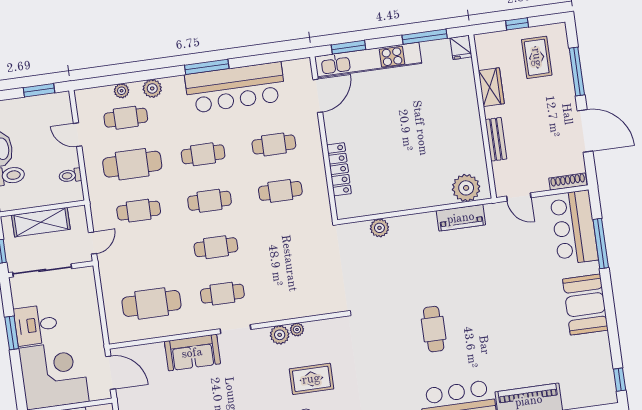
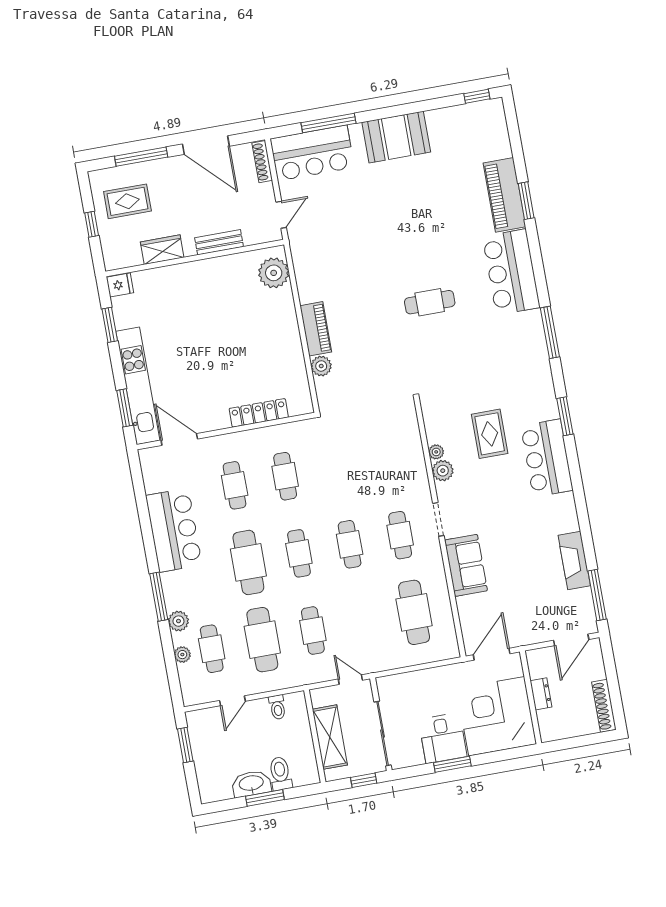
window: (425, 37) -> (110, 325), width x0.69
window: (207, 67) -> (159, 597), moved
bar counter: (235, 88) -> (174, 530), width x0.73
door: (585, 131) -> (206, 145), swing flipped
cafe table: (203, 154) -> (248, 562), width x1.37, depth x1.35
piano: (461, 218) -> (316, 329), moved

